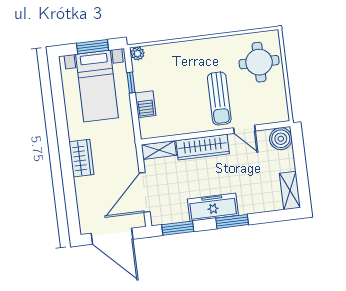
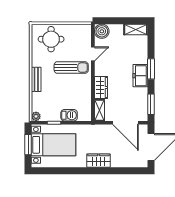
bench: (194, 47) -> (36, 79), added
wardrobe: (203, 147) -> (101, 88), width x0.67
freezer: (213, 207) -> (140, 76), width x0.71

